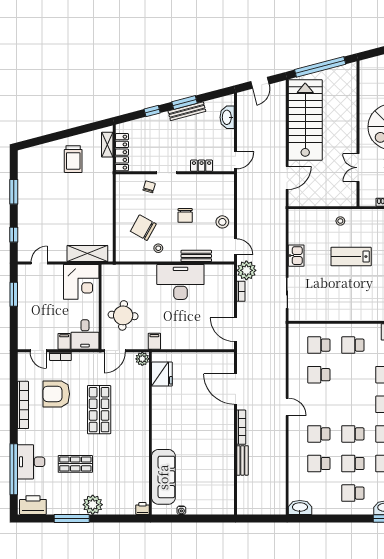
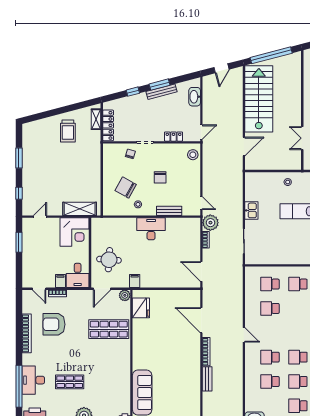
stool: (222, 222) -> (193, 155), moved
desk: (180, 282) -> (151, 229), width x0.73, depth x0.77
shop shelf: (99, 410) -> (109, 329), moved, turned 90

